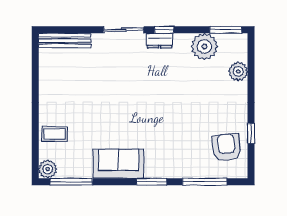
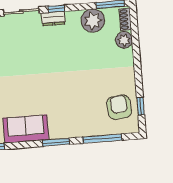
shoe rack: (242, 48) -> (125, 19), added
window: (251, 133) -> (141, 106), moved

